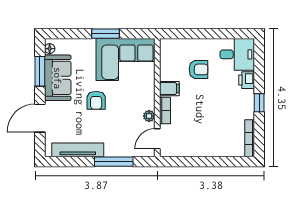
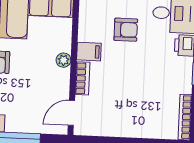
plant: (149, 116) -> (63, 60), moved

